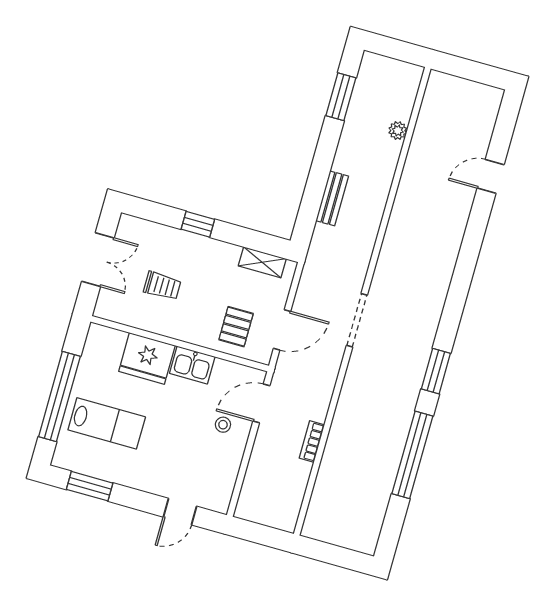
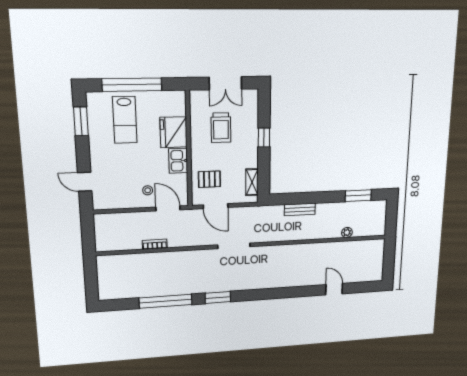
trolley: (162, 286) -> (221, 128), width x1.36, depth x1.39

